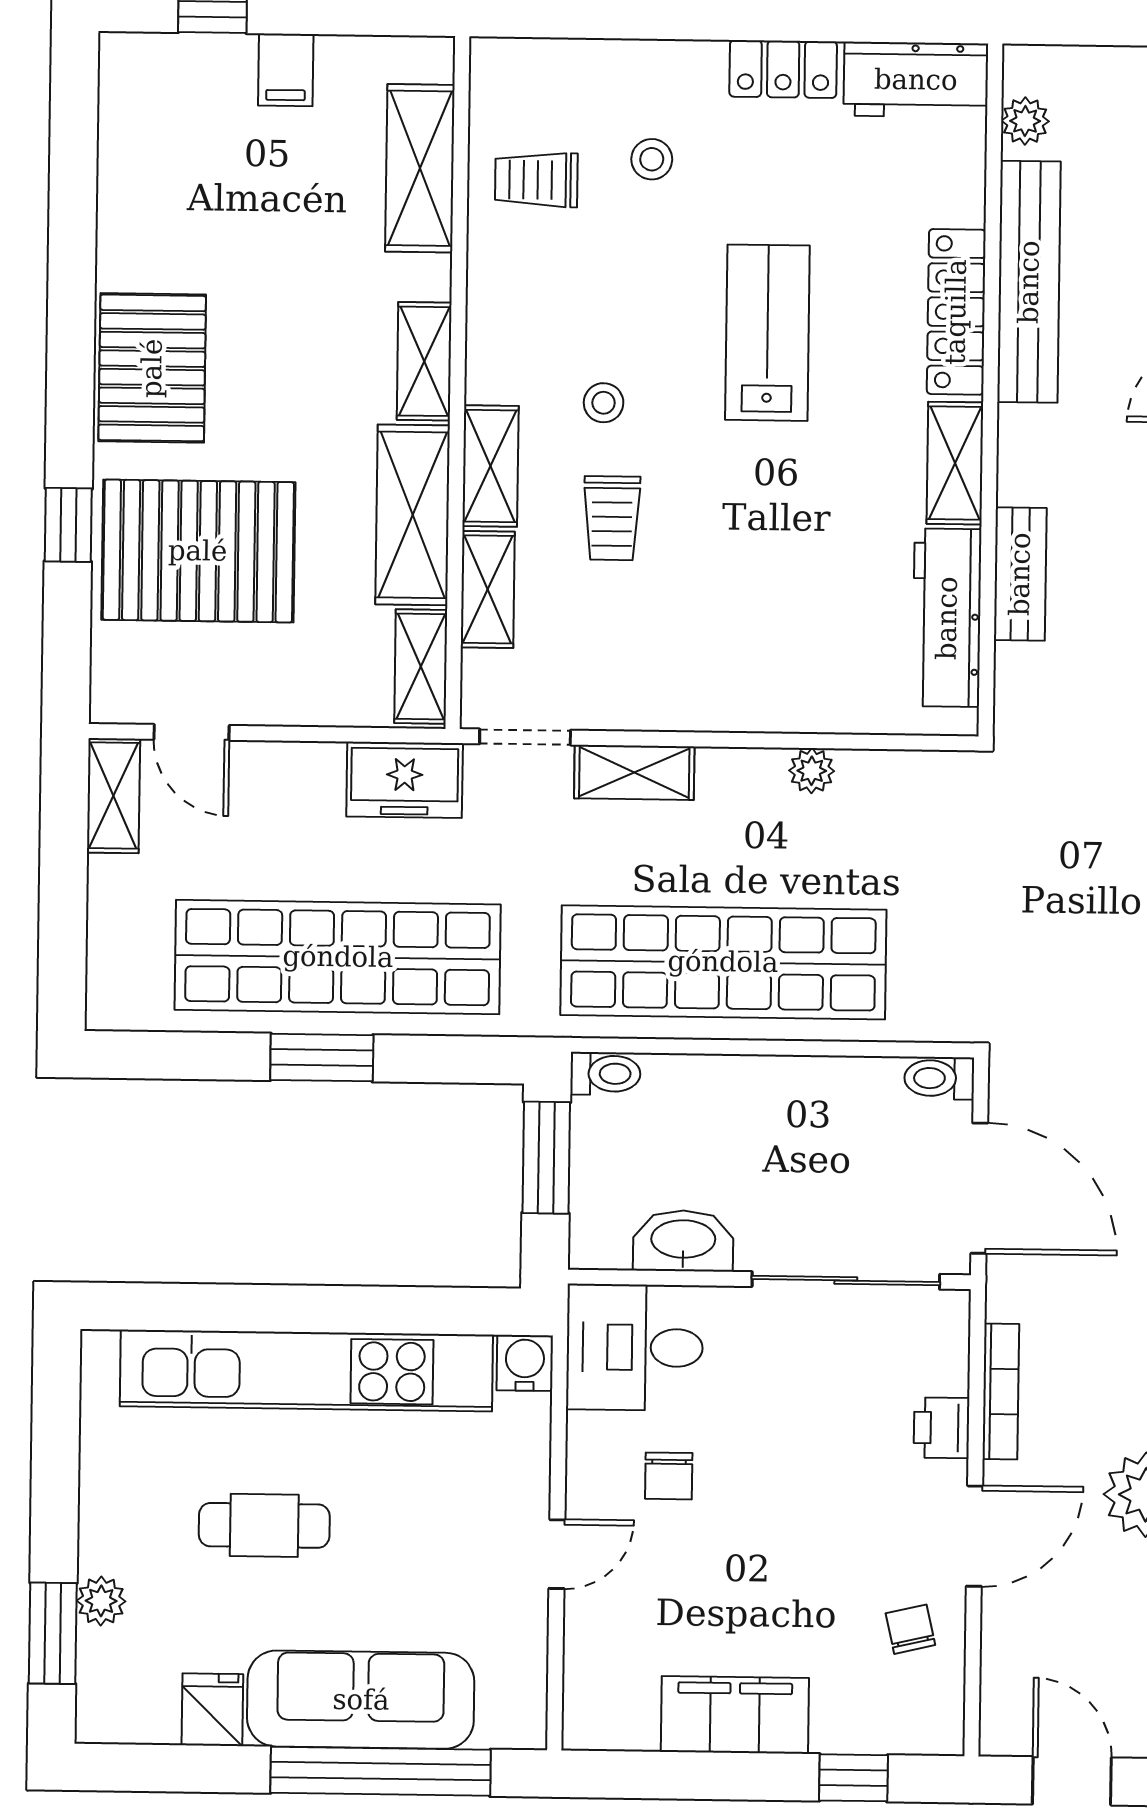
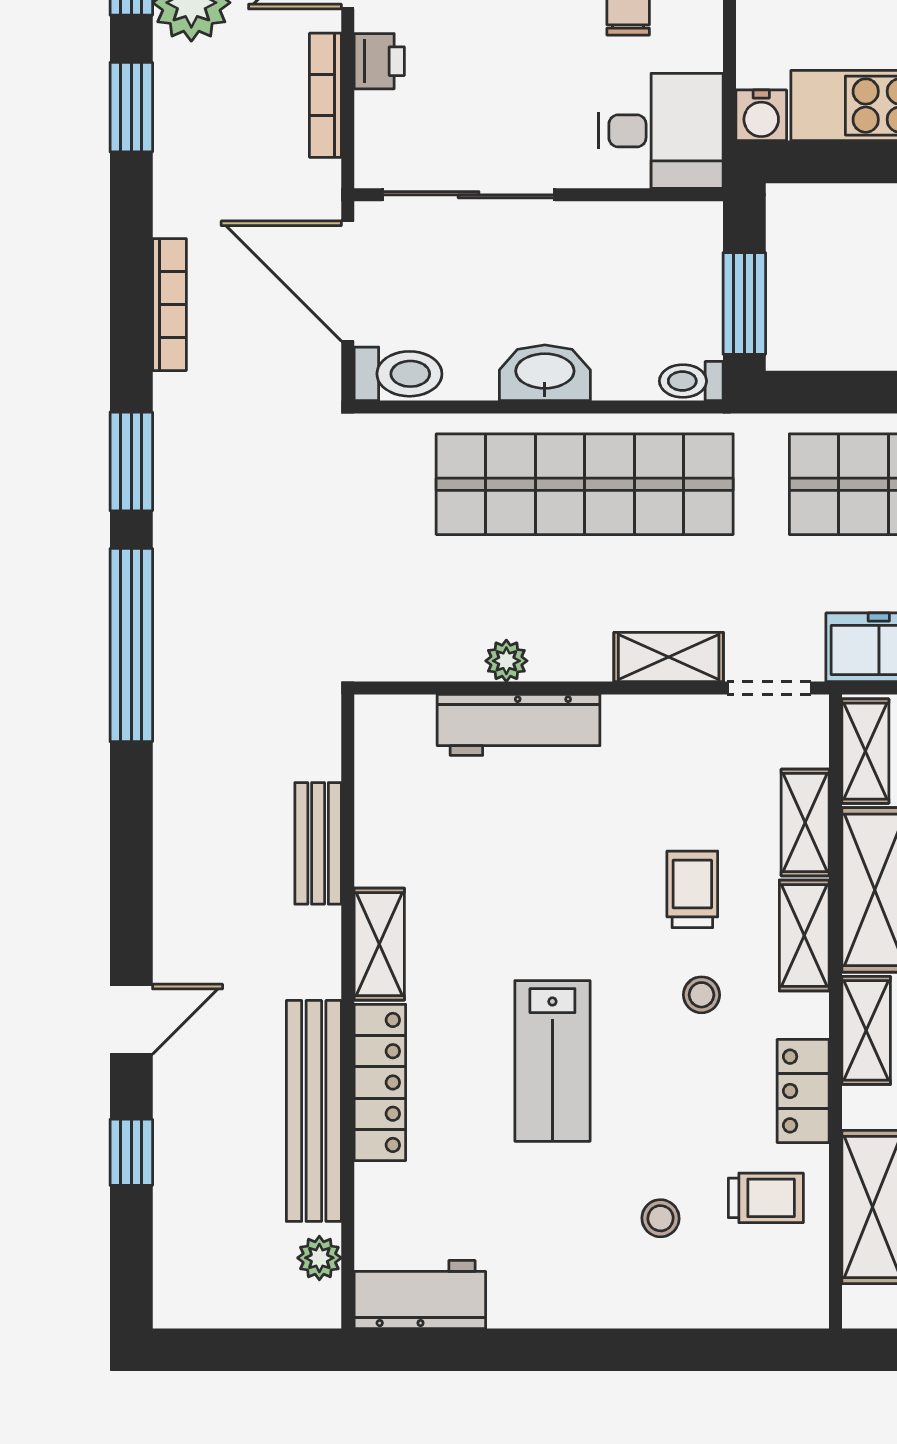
locker: (783, 69) -> (803, 1091), moved, turned -90
workbench: (947, 618) -> (519, 725), moved, turned 90
toilet: (939, 1078) -> (398, 374), width x1.37, depth x1.39
washbasin: (683, 1241) -> (545, 373), moved, turned 180

